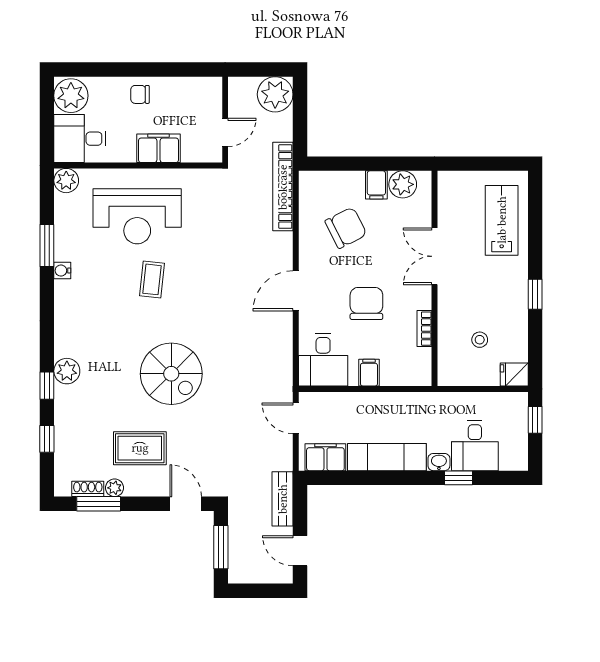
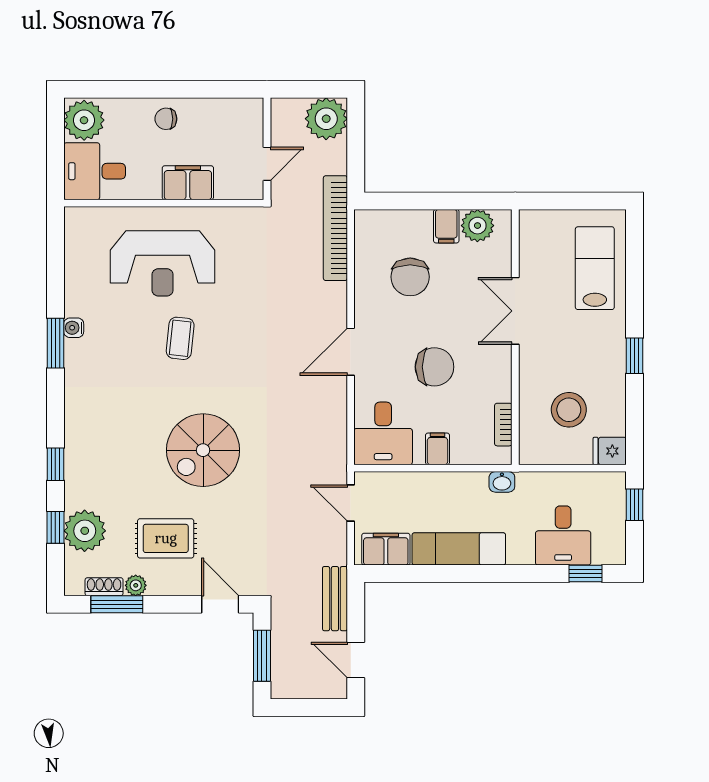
plant: (66, 181) -> (78, 221), removed
chair: (346, 228) -> (410, 277), turned 117
window: (47, 245) -> (55, 343), moved
chair: (366, 303) -> (434, 367), turned 90
bookcase: (424, 329) -> (503, 425), moved
stool: (480, 340) -> (569, 410), width x1.89, depth x1.89
plant: (67, 371) -> (85, 531), moved, width x1.36, depth x1.36
spiral stairs: (171, 374) -> (203, 450), turned 90
washbasin: (439, 462) -> (502, 482), moved, turned 180
window: (458, 478) -> (585, 574), moved

